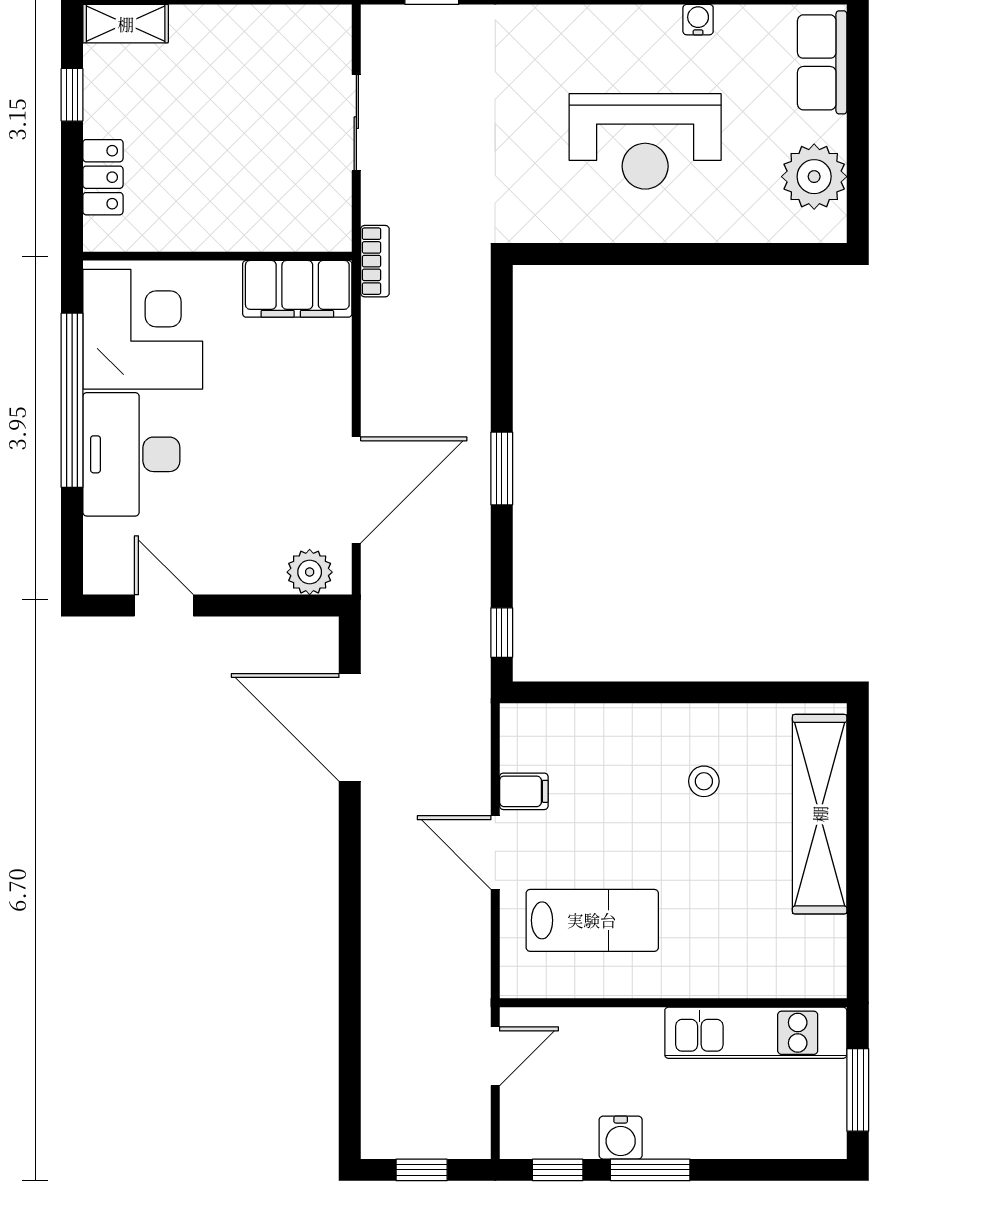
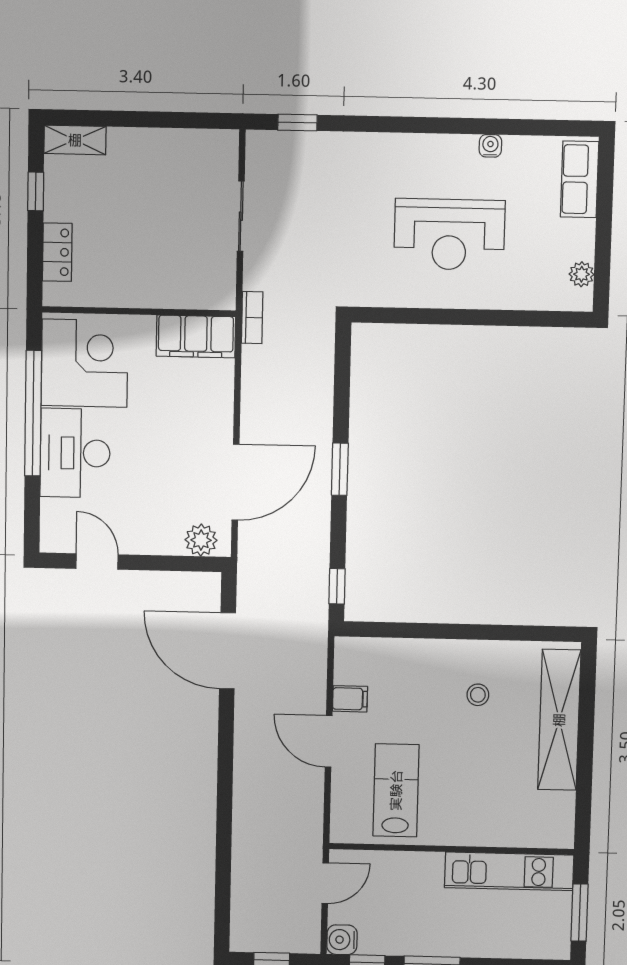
plant: (814, 177) -> (582, 274), width x0.53, depth x0.53
lab bench: (592, 920) -> (396, 790), turned -90
water cooler: (621, 1138) -> (342, 940), moved, turned 90

